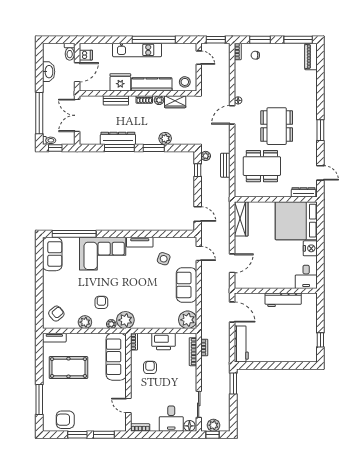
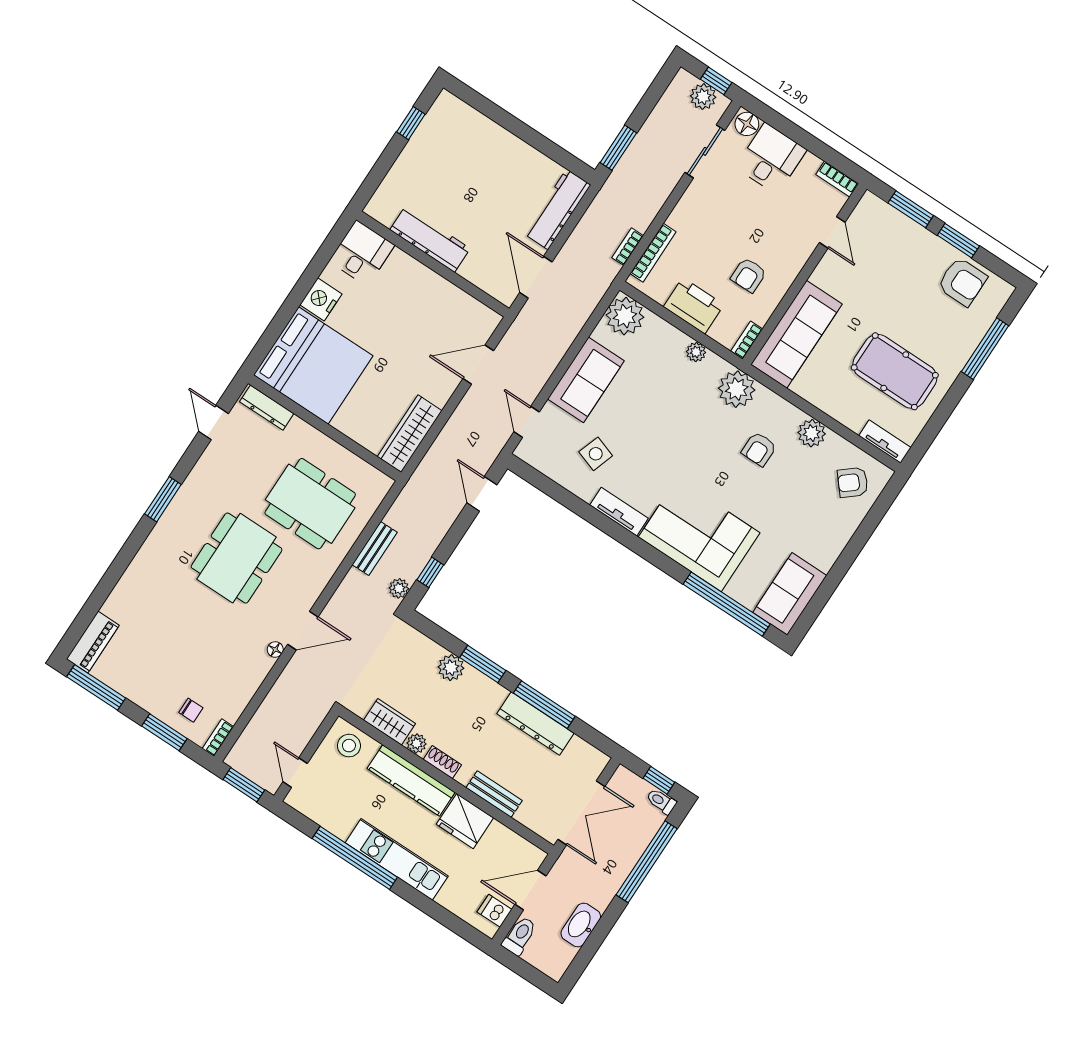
plant: (111, 324) -> (696, 352), moved

